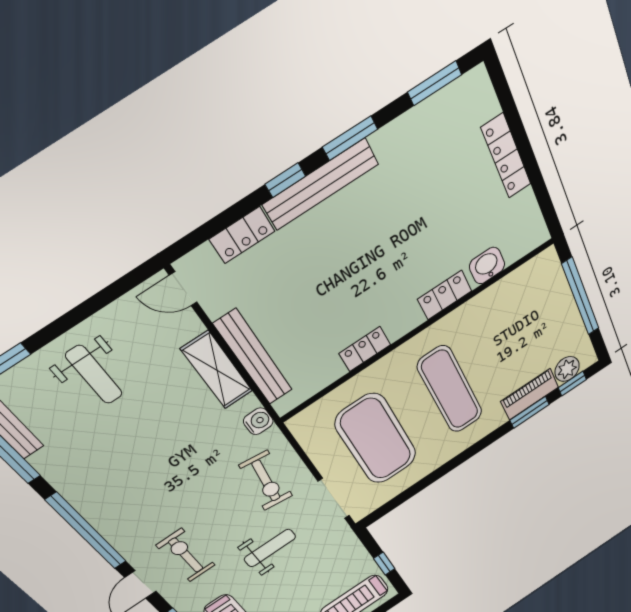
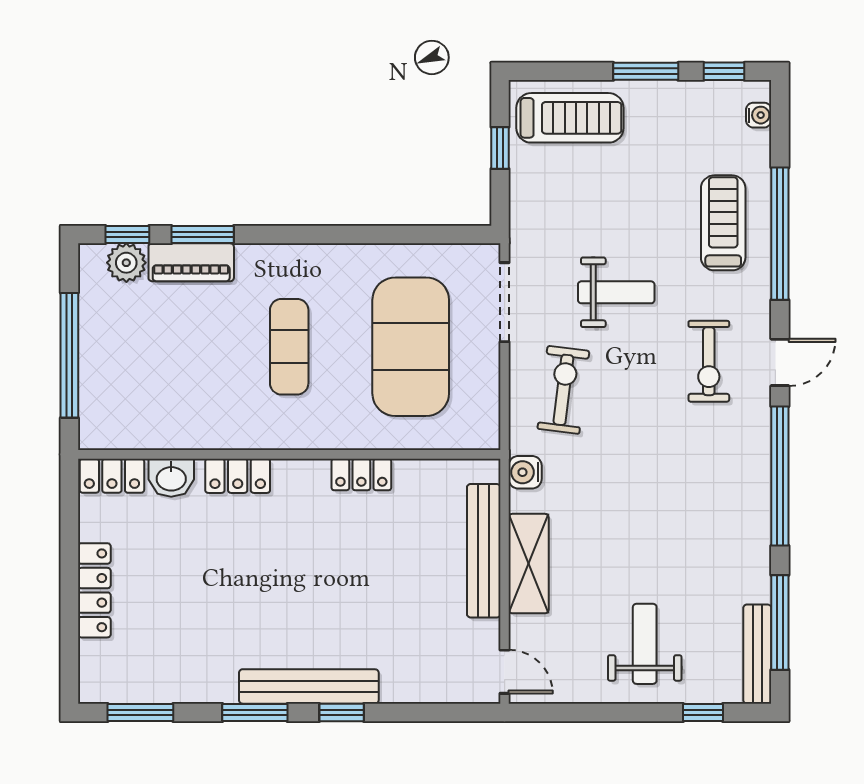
locker: (242, 235) -> (112, 476), moved, turned 180
exercise mat: (450, 390) -> (289, 347), width x0.73, depth x0.69
weight bench: (270, 548) -> (616, 292), turned 180

